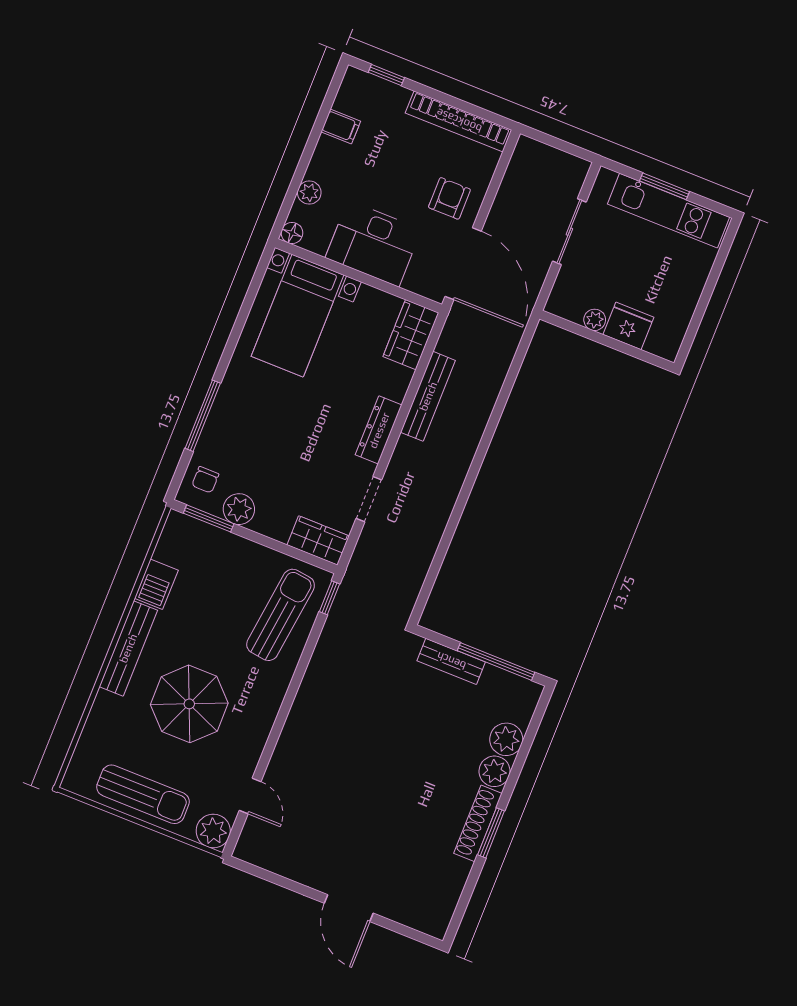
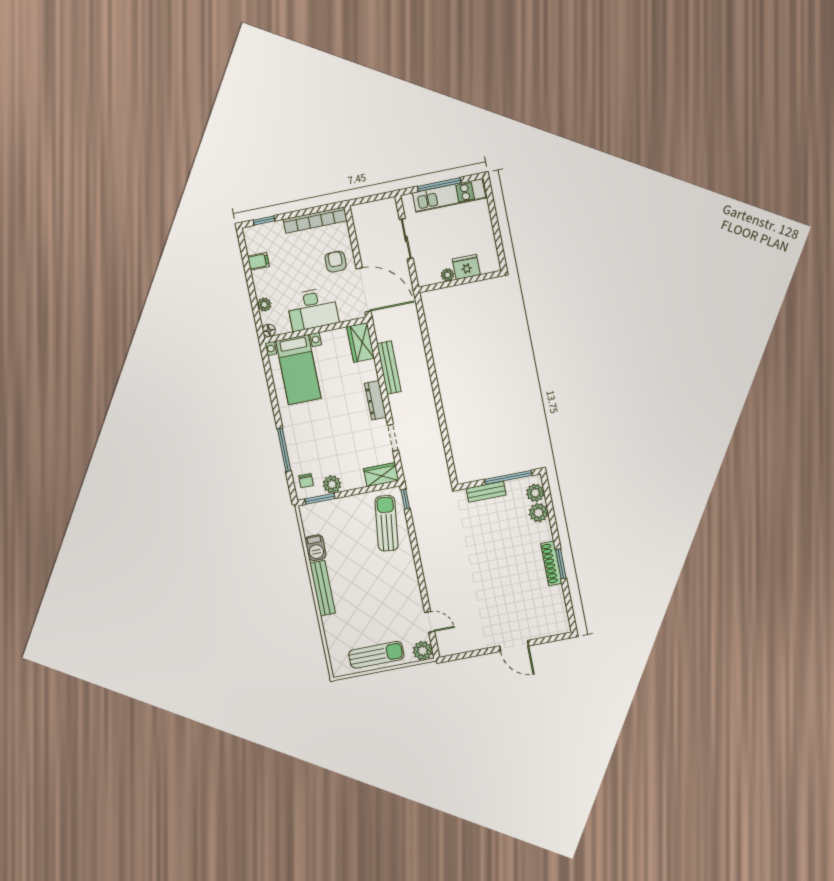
window: (664, 186) -> (439, 185), width x1.44
parasol: (189, 704) -> (370, 596), removed
plant: (495, 771) -> (535, 493), moved

